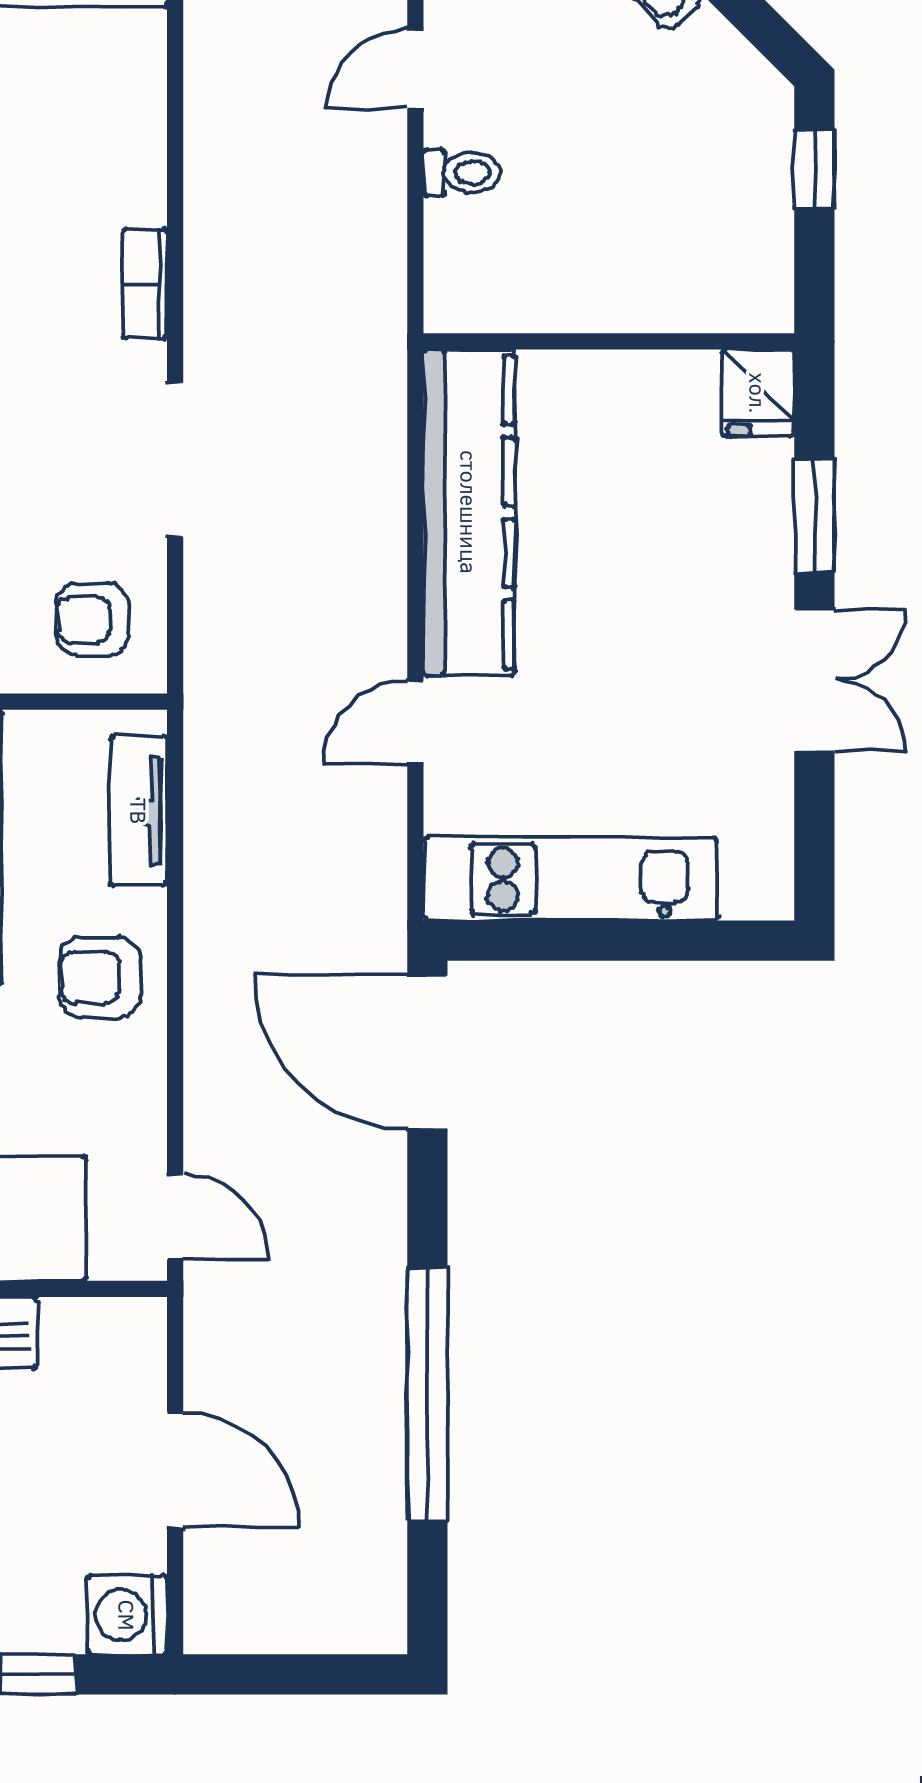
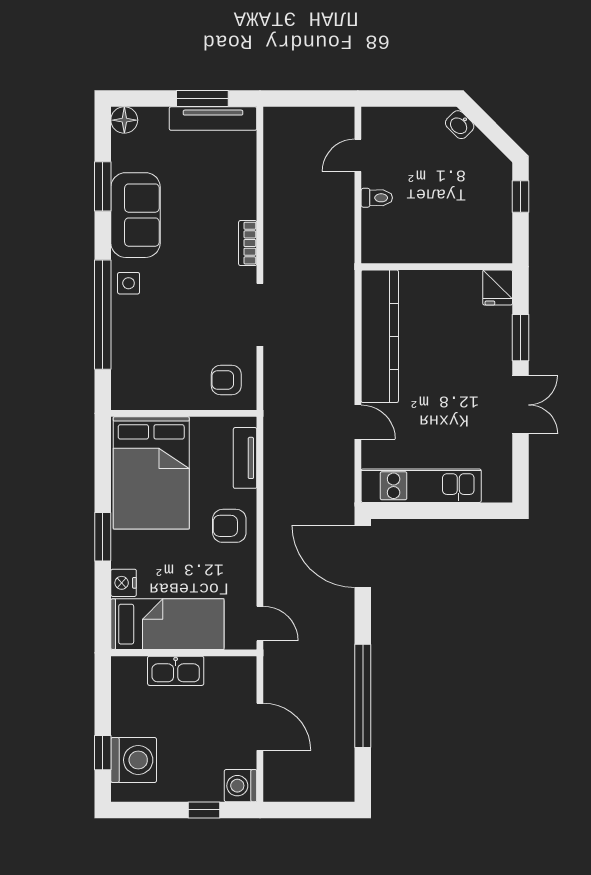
door: (415, 723) -> (358, 422), swing flipped

